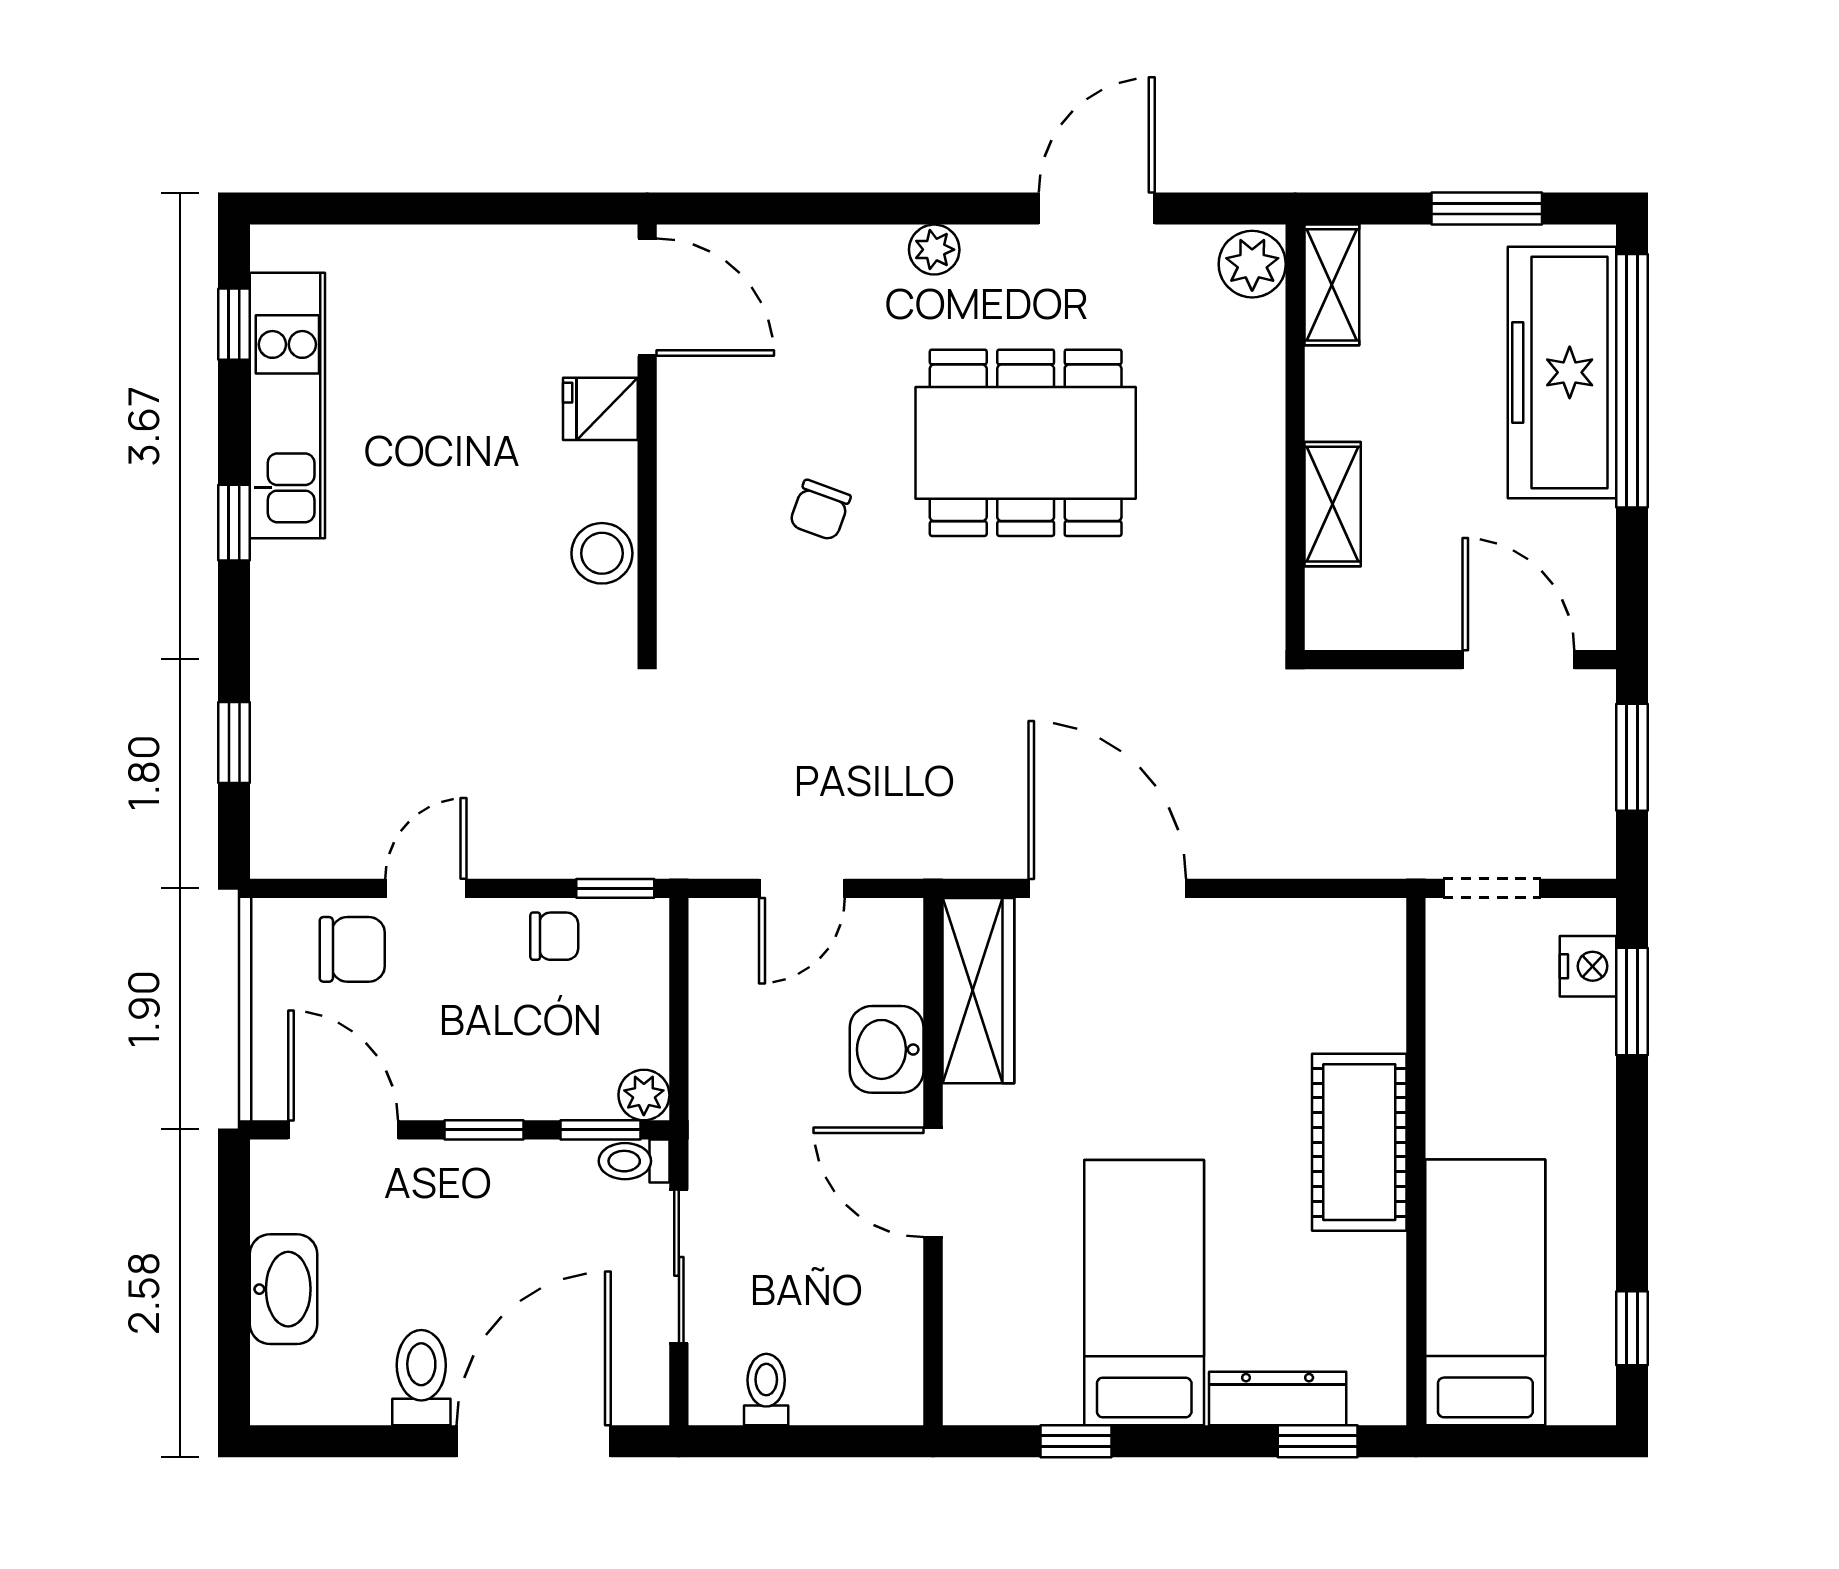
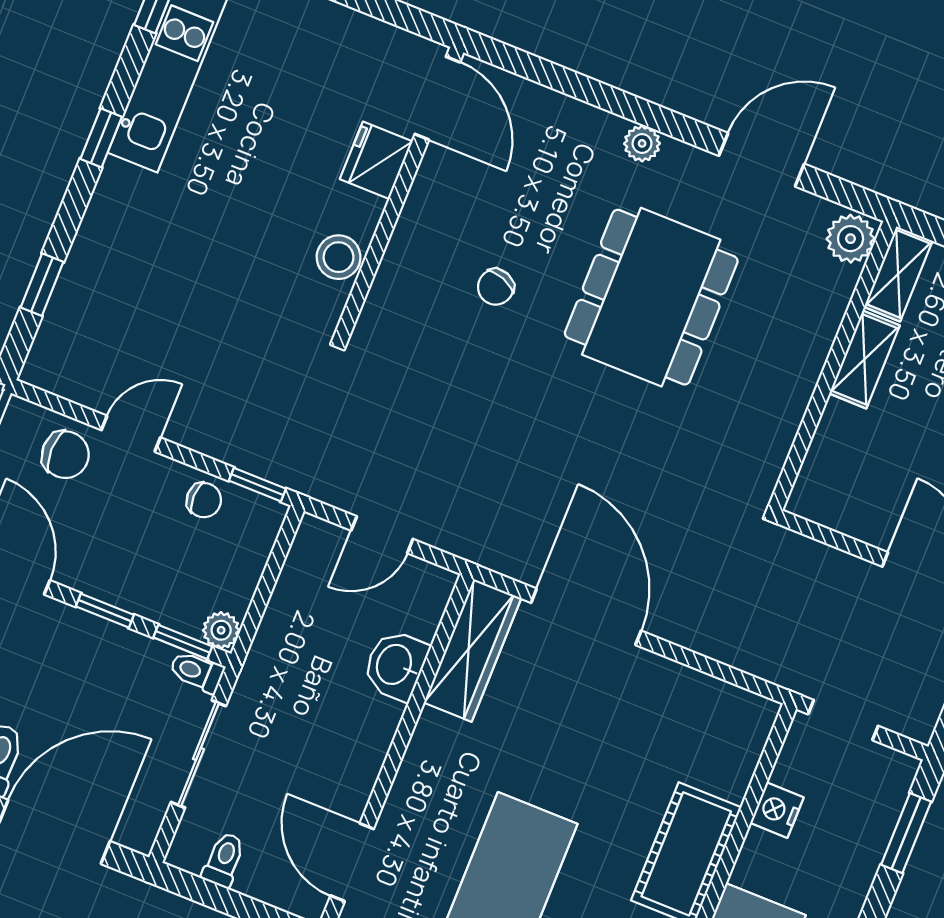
fridge: (600, 409) -> (376, 160), width x1.38
dining table: (1026, 443) -> (651, 297), turned 90
shelving: (1333, 504) -> (864, 359), moved
nightstand: (1588, 966) -> (777, 810), moved, turned 180
door: (933, 1182) -> (352, 862), moved

